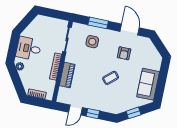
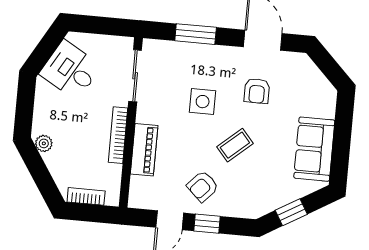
side table: (92, 42) -> (203, 102), moved
desk: (29, 48) -> (70, 70), moved, turned 30
armchair: (93, 96) -> (203, 186), added

